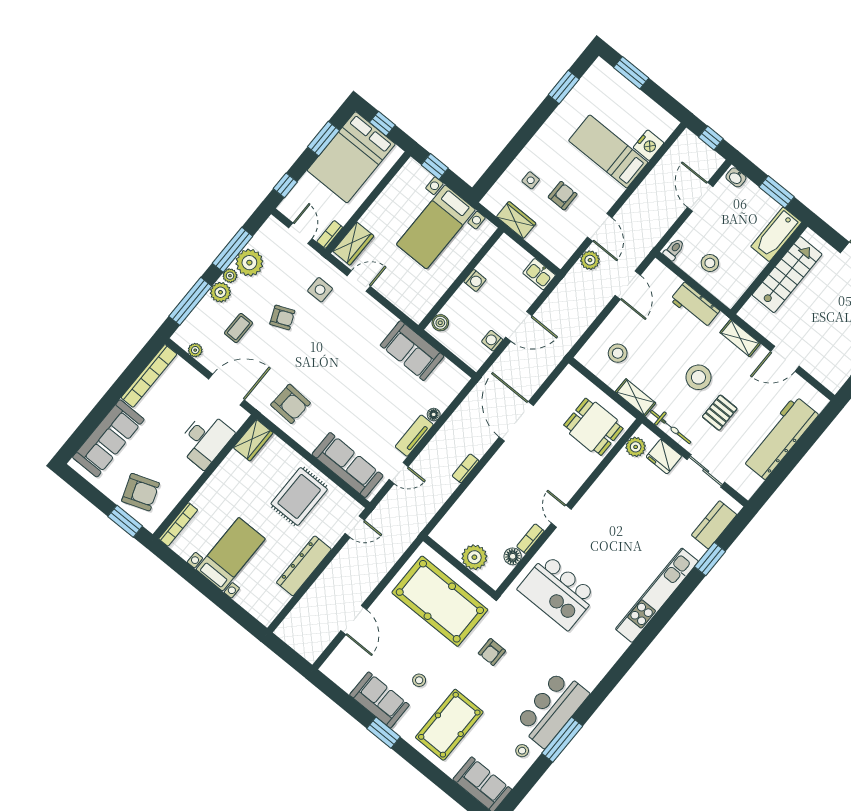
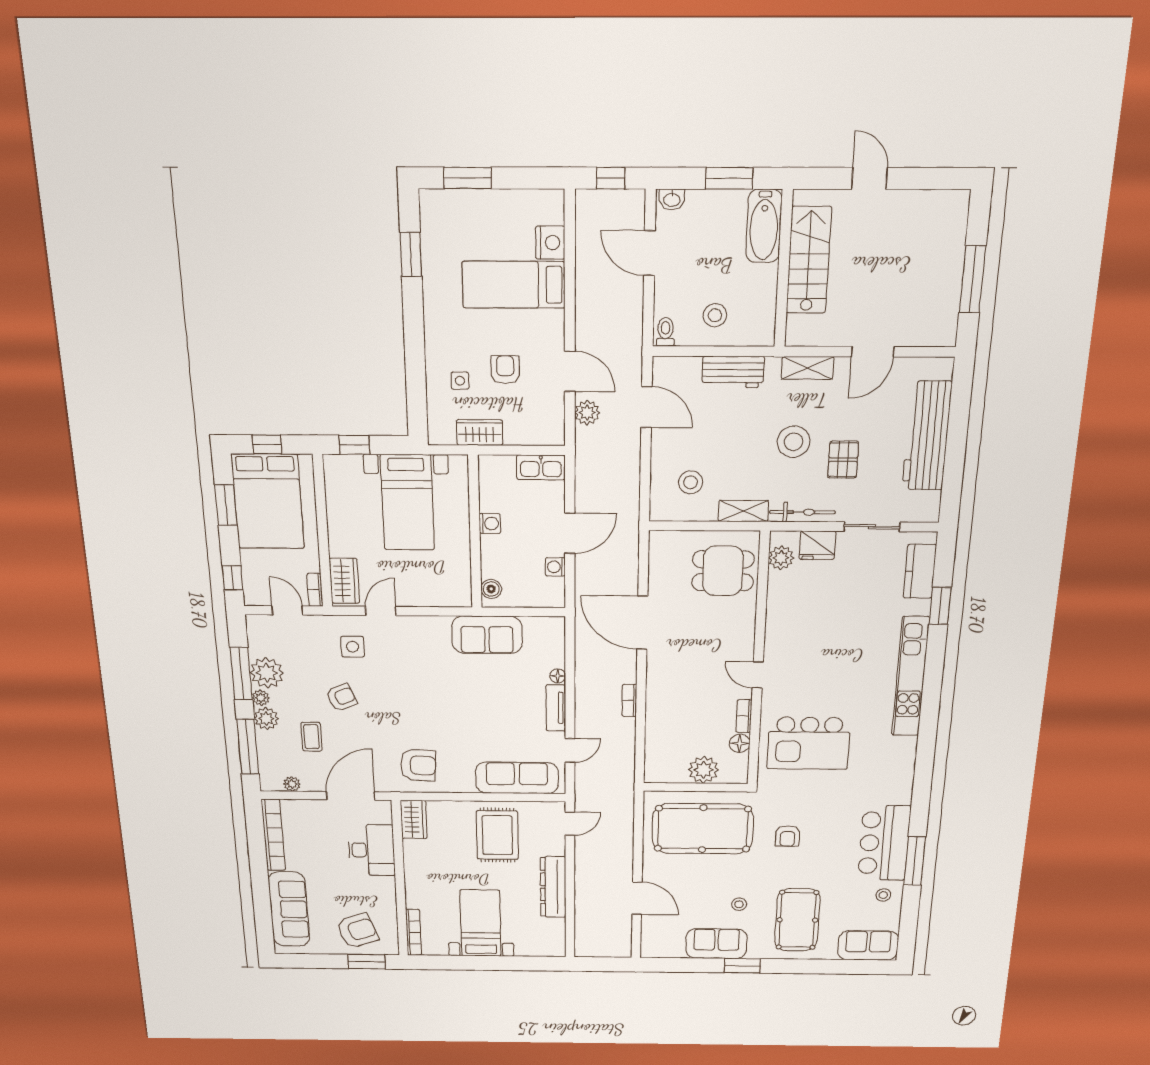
kitchen sink: (539, 274) -> (541, 467), width x1.38

